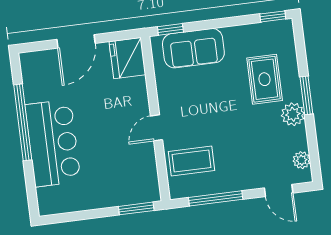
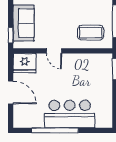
door: (157, 128) -> (54, 51), moved
coffee table: (191, 161) -> (91, 33), turned 90

